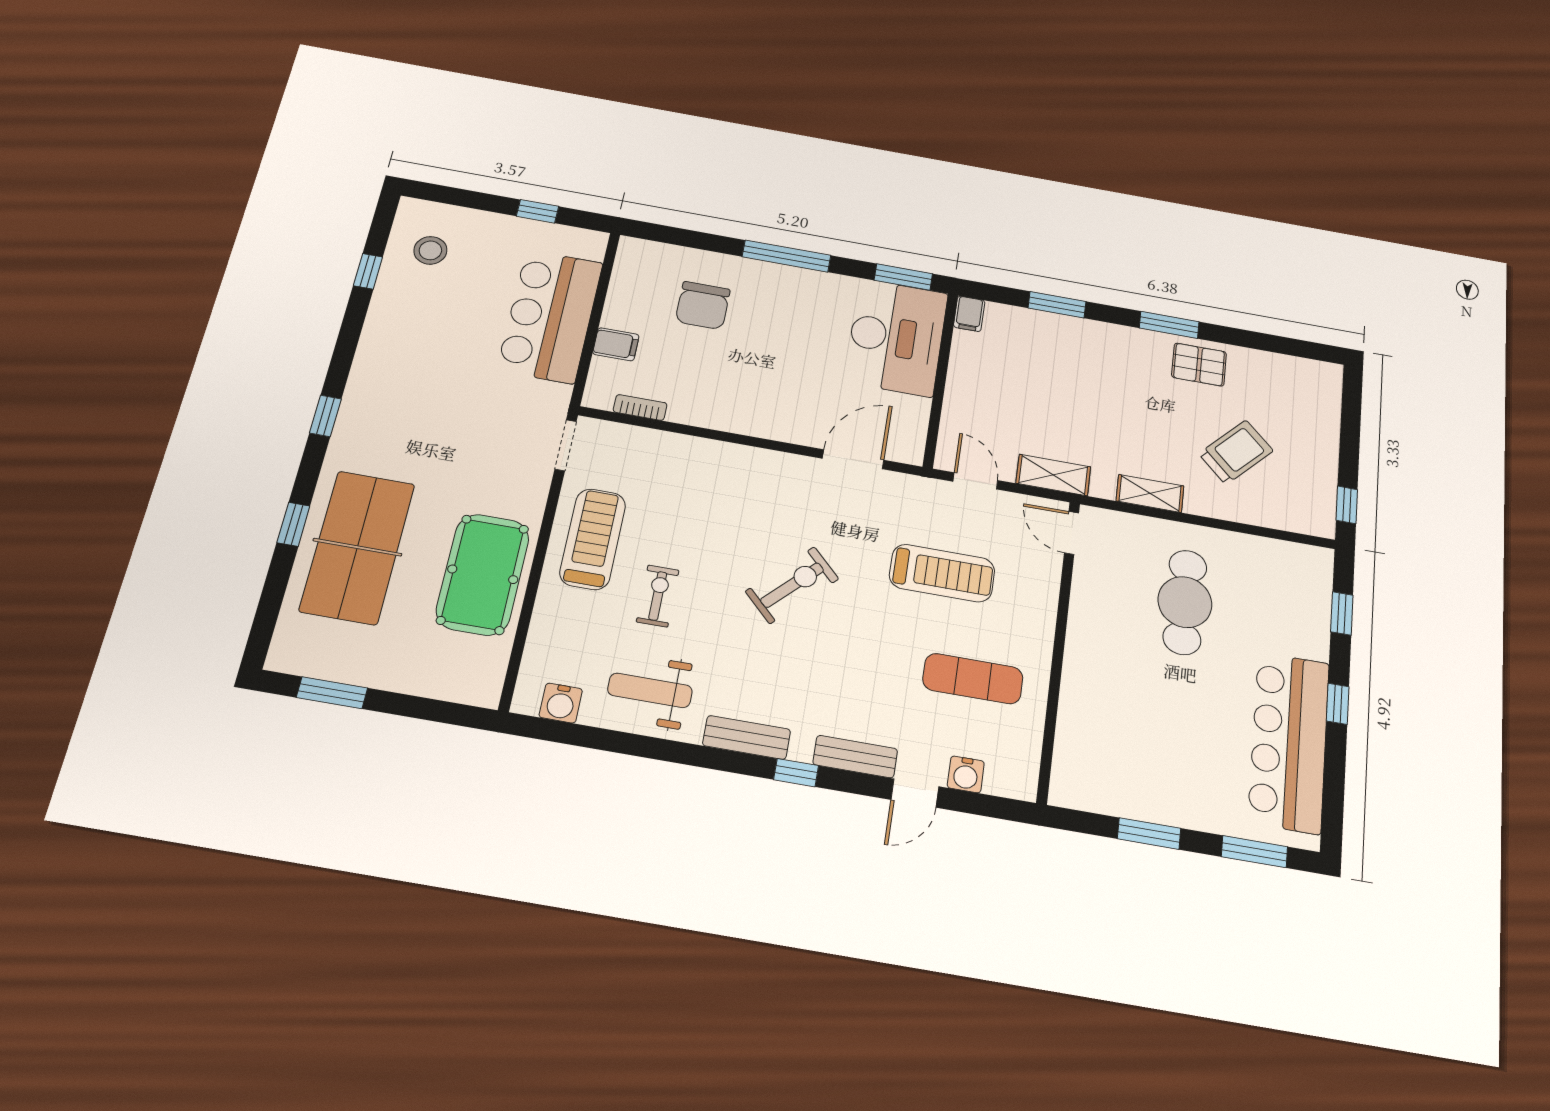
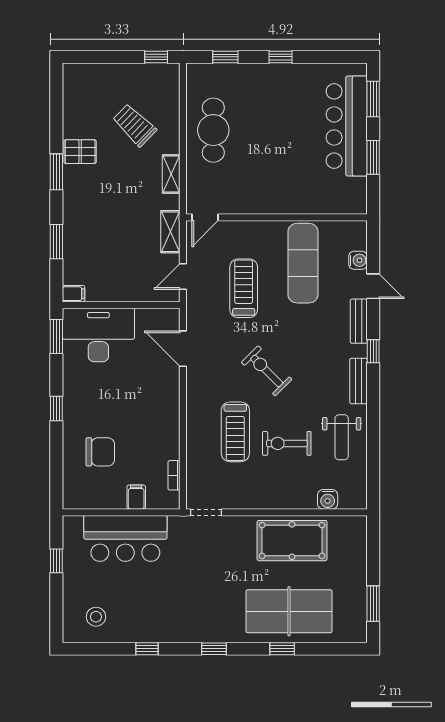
window: (786, 256) -> (56, 408), width x0.46
window: (368, 271) -> (147, 649), moved
pallet: (1199, 365) -> (80, 152), turned 90
treadmill: (593, 539) -> (235, 432), moved, turned -90
exercise bike: (658, 596) -> (287, 443), width x1.38, depth x1.39
cafe table: (1185, 602) -> (213, 130), moved, turned 90
exercise mat: (973, 679) -> (303, 263), width x1.36, depth x1.45
water cooler: (561, 703) -> (328, 499), moved, turned 90
bar counter: (1289, 742) -> (347, 126), moved, turned 90

